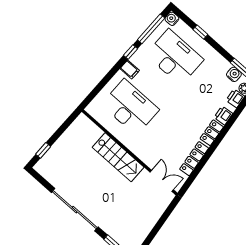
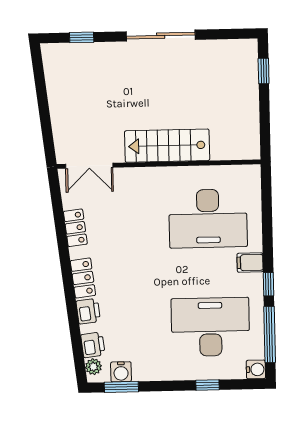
desk: (175, 57) -> (210, 327), turned 180
locker: (194, 159) -> (75, 228), width x0.66
sliding door: (75, 210) -> (161, 36), width x0.73

